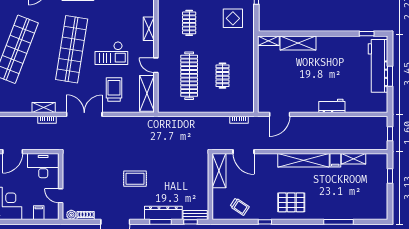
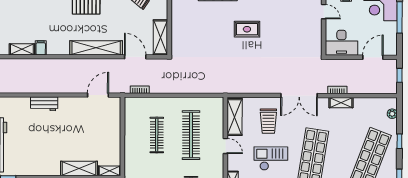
clothes rail: (222, 76) -> (157, 135), width x1.36
shelving: (304, 160) -> (96, 48), moved

